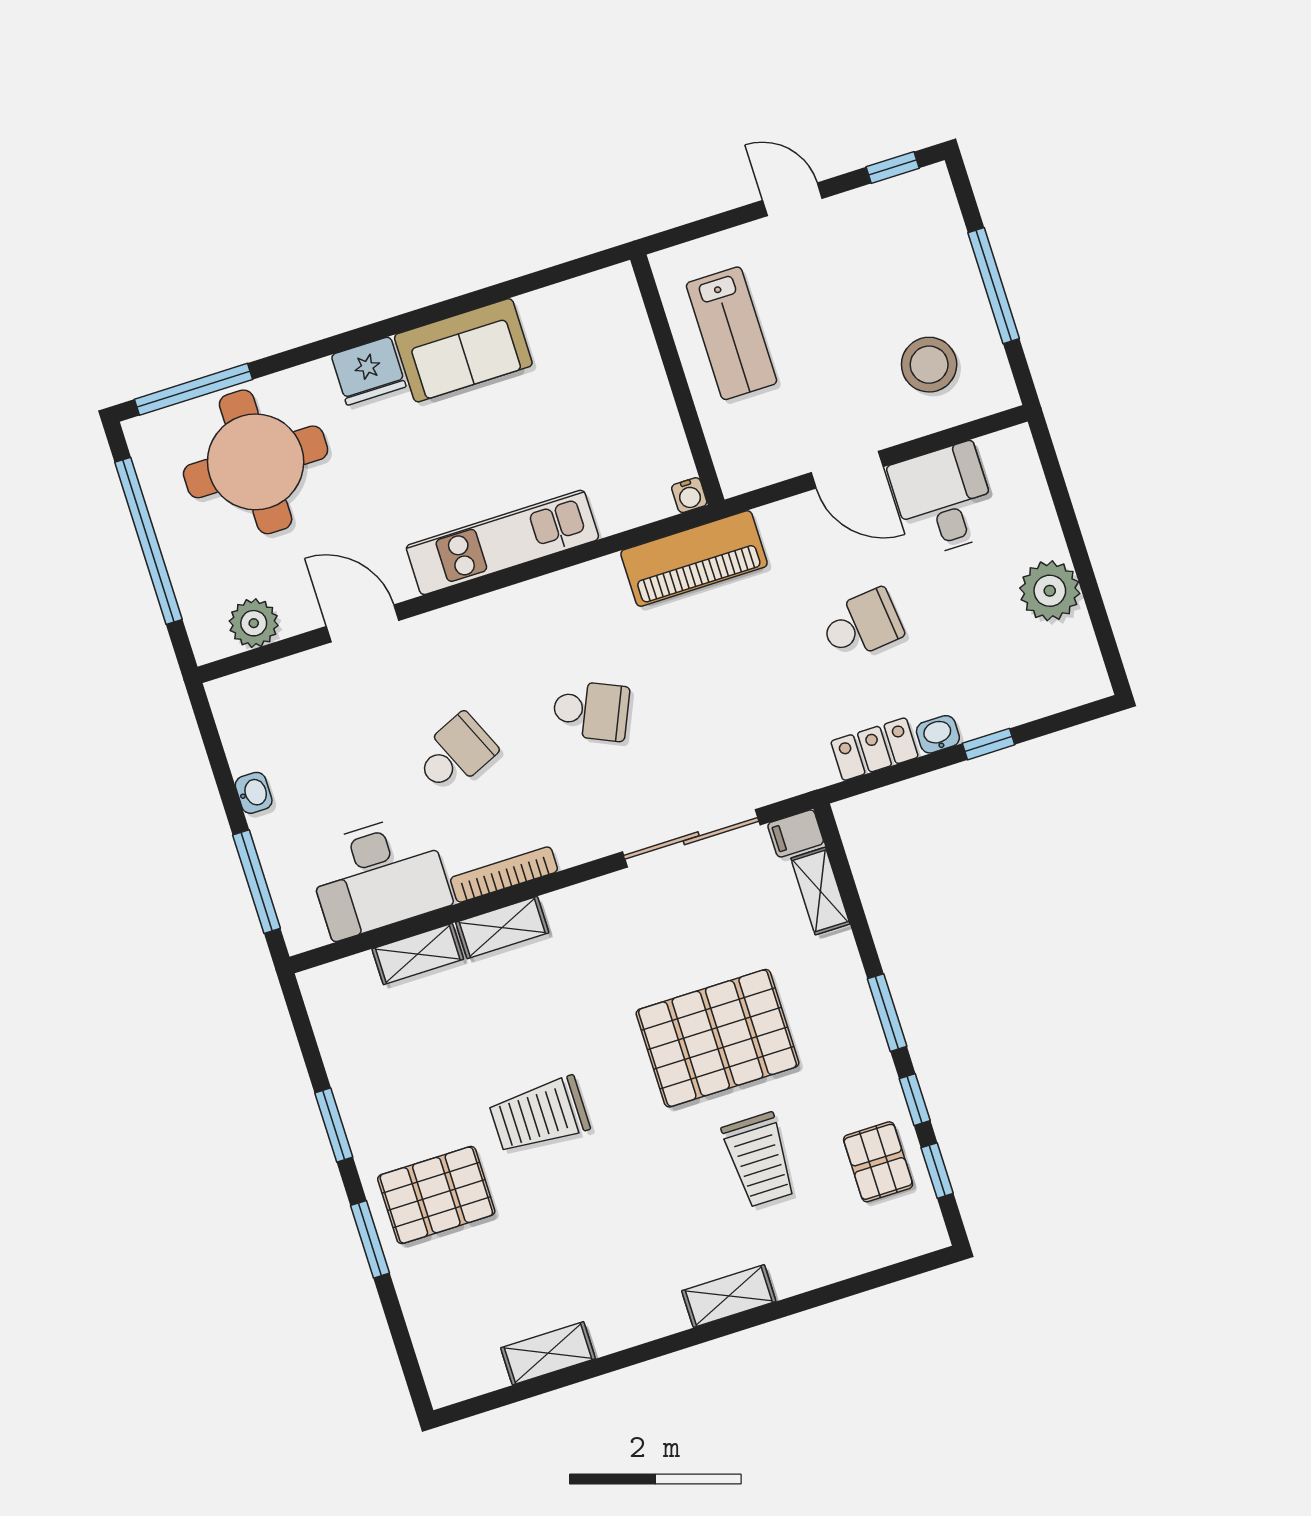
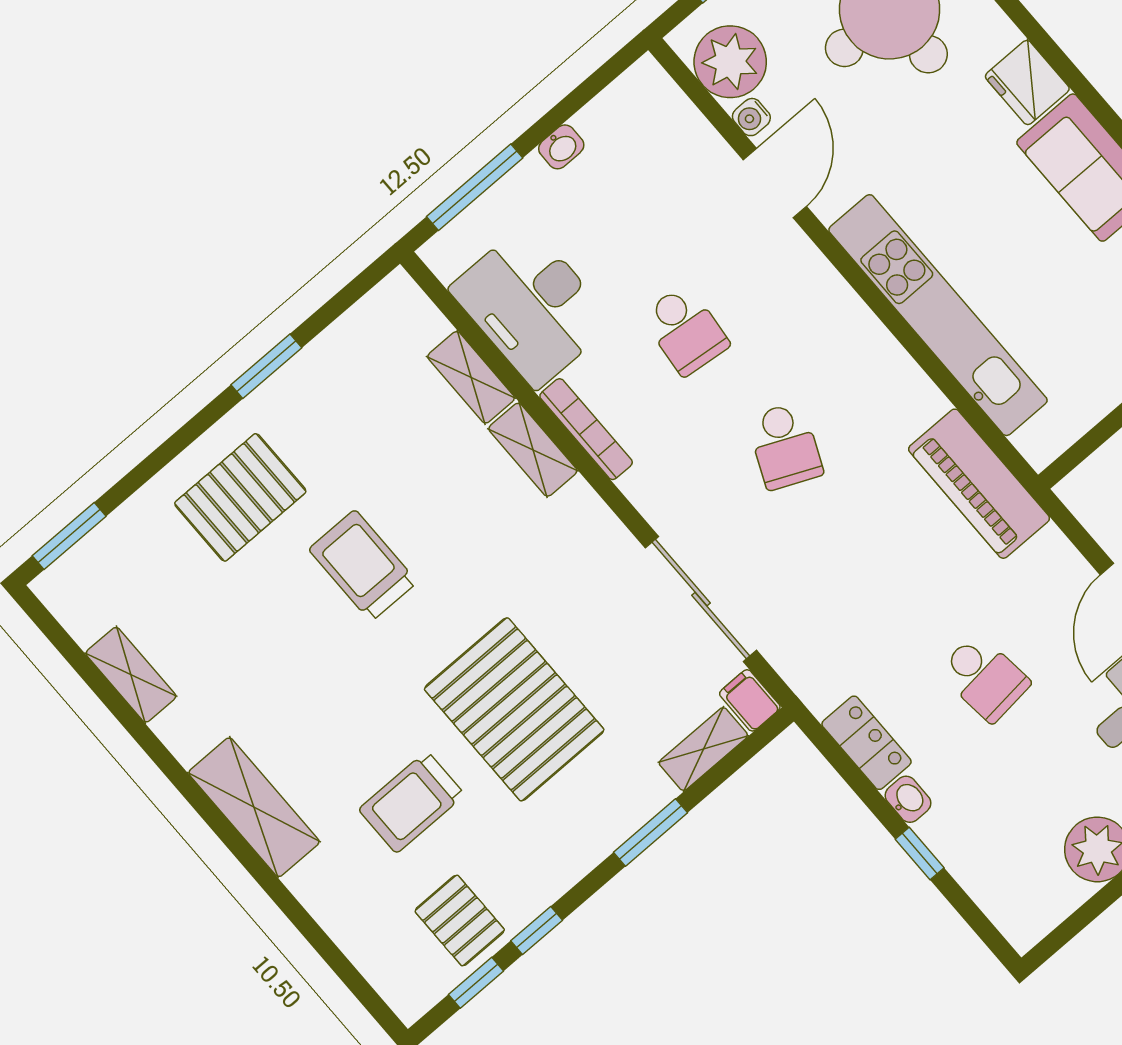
water cooler: (689, 495) -> (751, 117), moved
kitchen unit: (502, 542) -> (938, 315), width x1.36
plant: (254, 623) -> (730, 62), width x1.36, depth x1.36
school desk: (455, 754) -> (685, 330), turned 30
window: (887, 1013) -> (651, 833), moved
pallet: (878, 1162) -> (460, 921), turned 90
pallet: (436, 1195) -> (240, 497), turned 90
window: (370, 1239) -> (69, 536), moved
shelving: (729, 1296) -> (254, 807), width x1.50, depth x1.33

